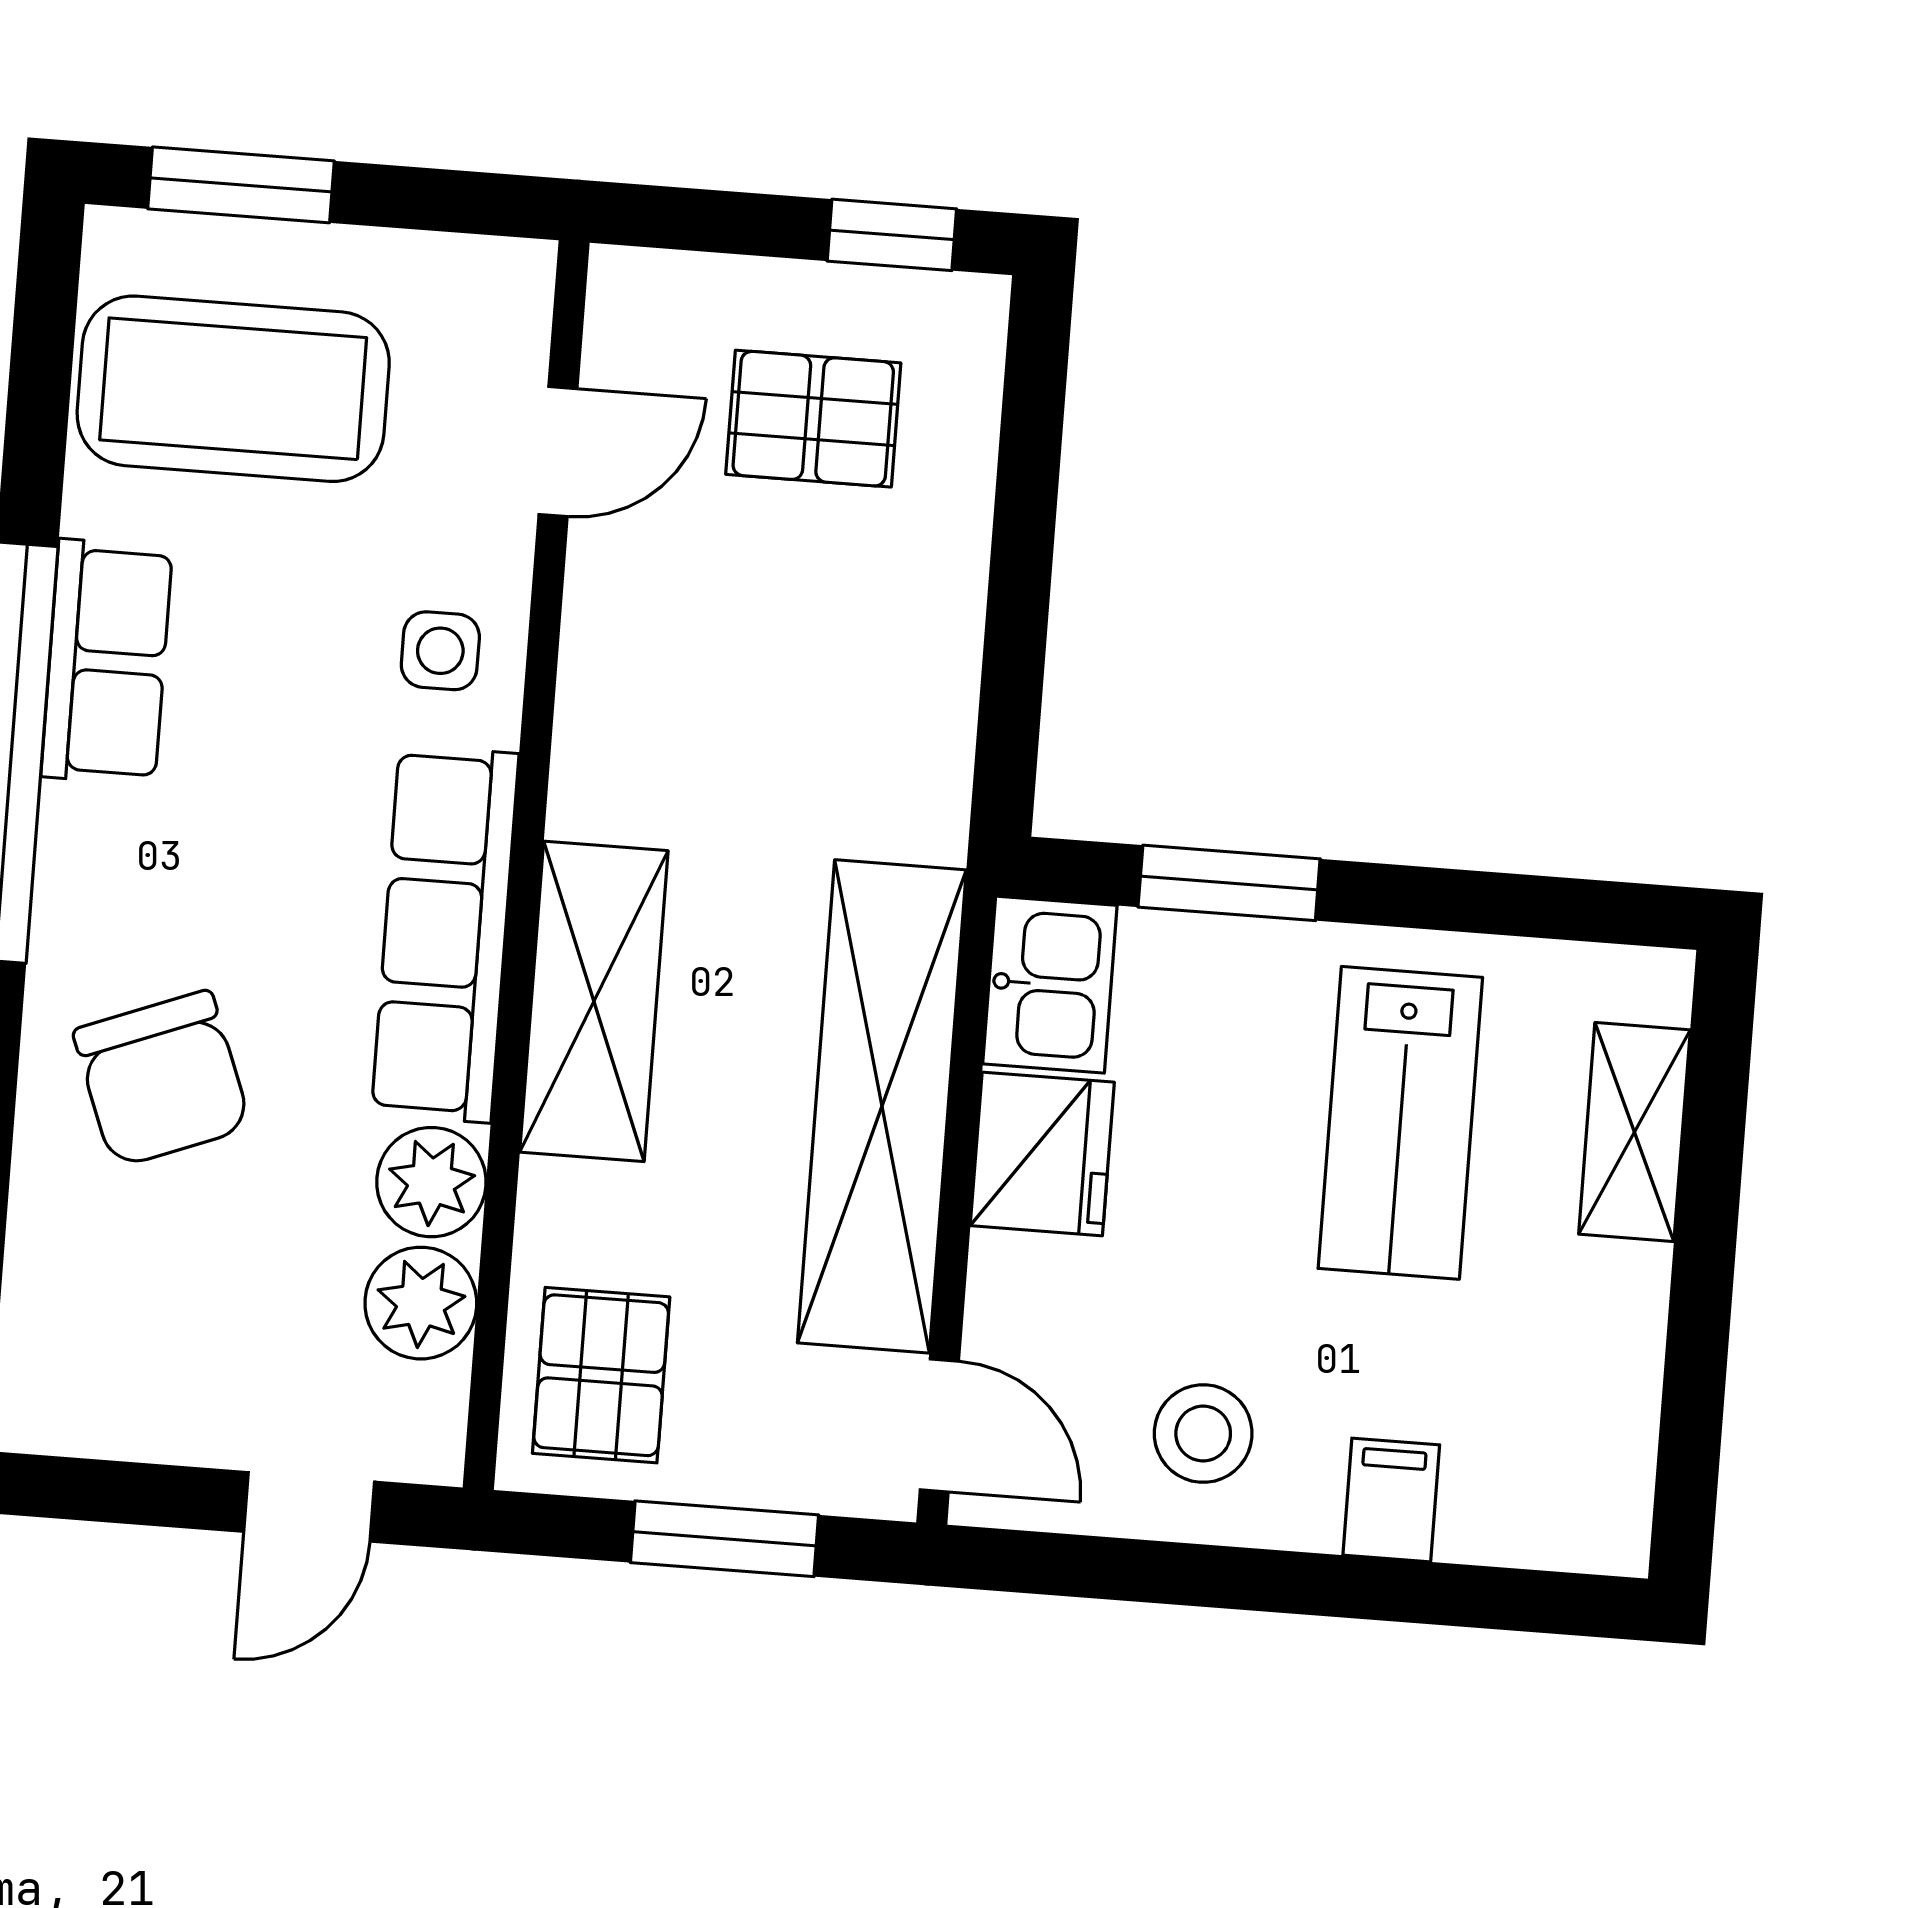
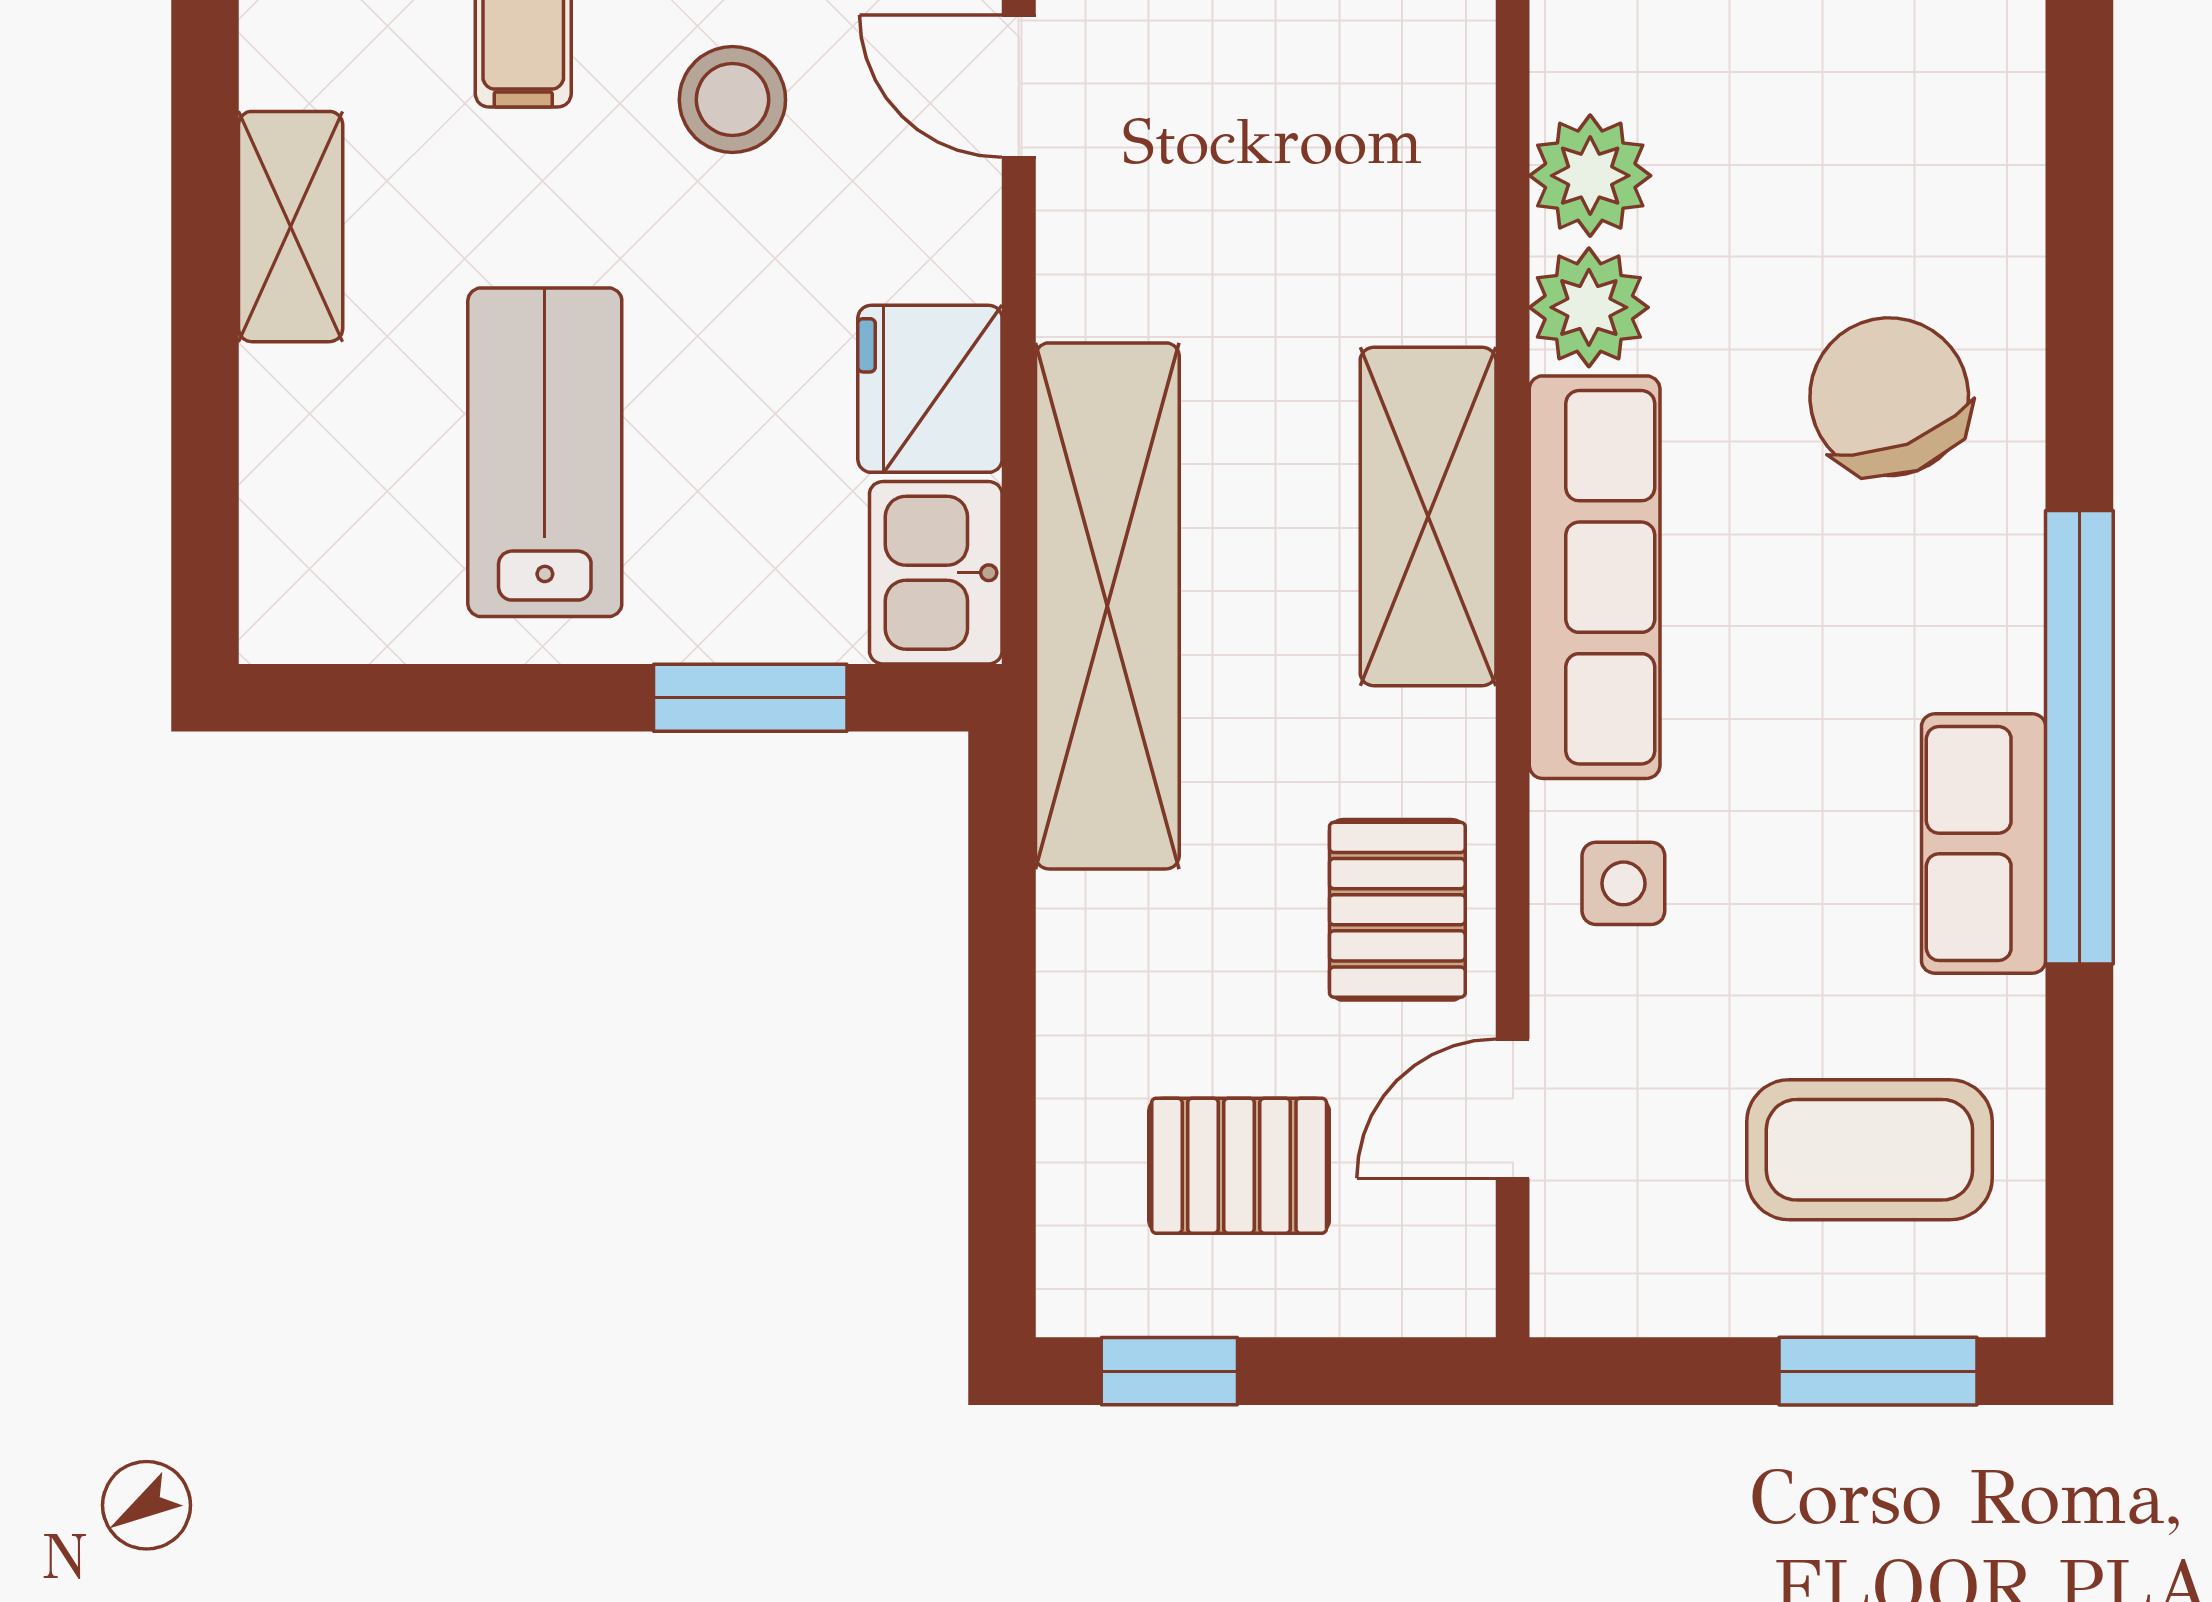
coffee table: (233, 389) -> (1869, 1150), width x0.73, depth x0.76
shelving: (882, 1106) -> (1107, 606), moved
shelving: (1634, 1132) -> (291, 227), moved
pallet: (601, 1375) -> (1397, 910), moved

